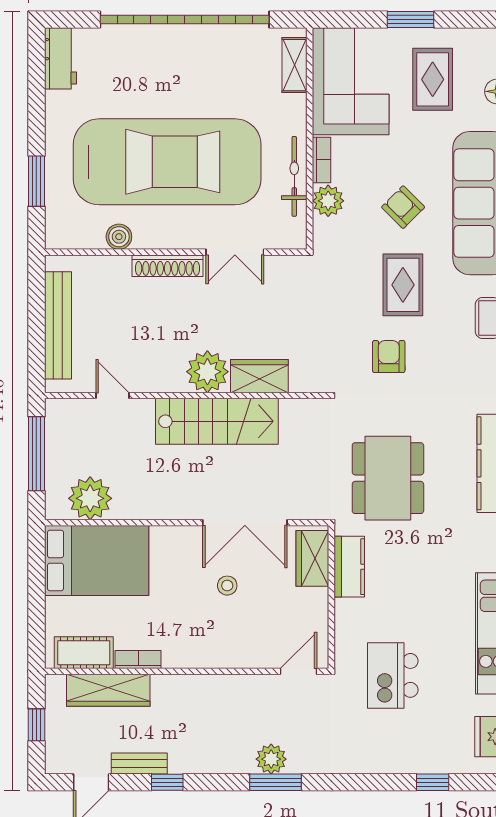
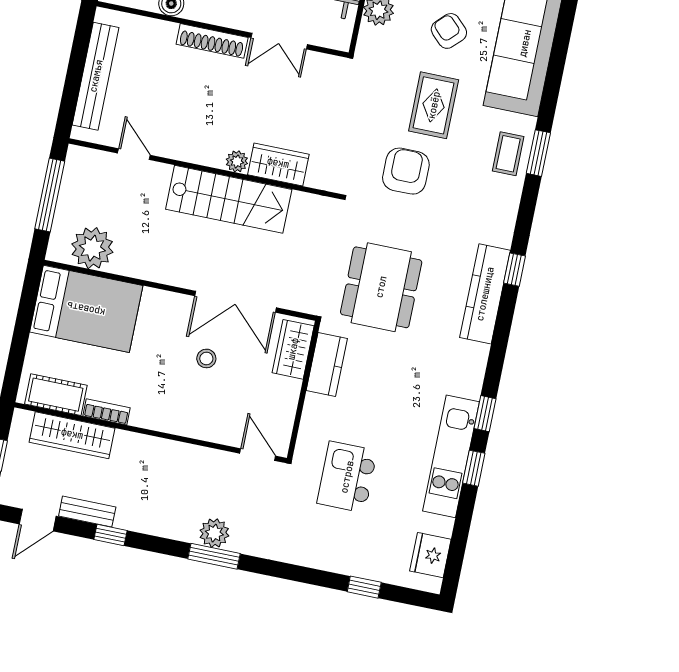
armchair: (389, 357) -> (406, 171), width x1.38, depth x1.38
plant: (207, 372) -> (237, 161), width x0.53, depth x0.53
door: (298, 671) -> (258, 455), hinge flipped

